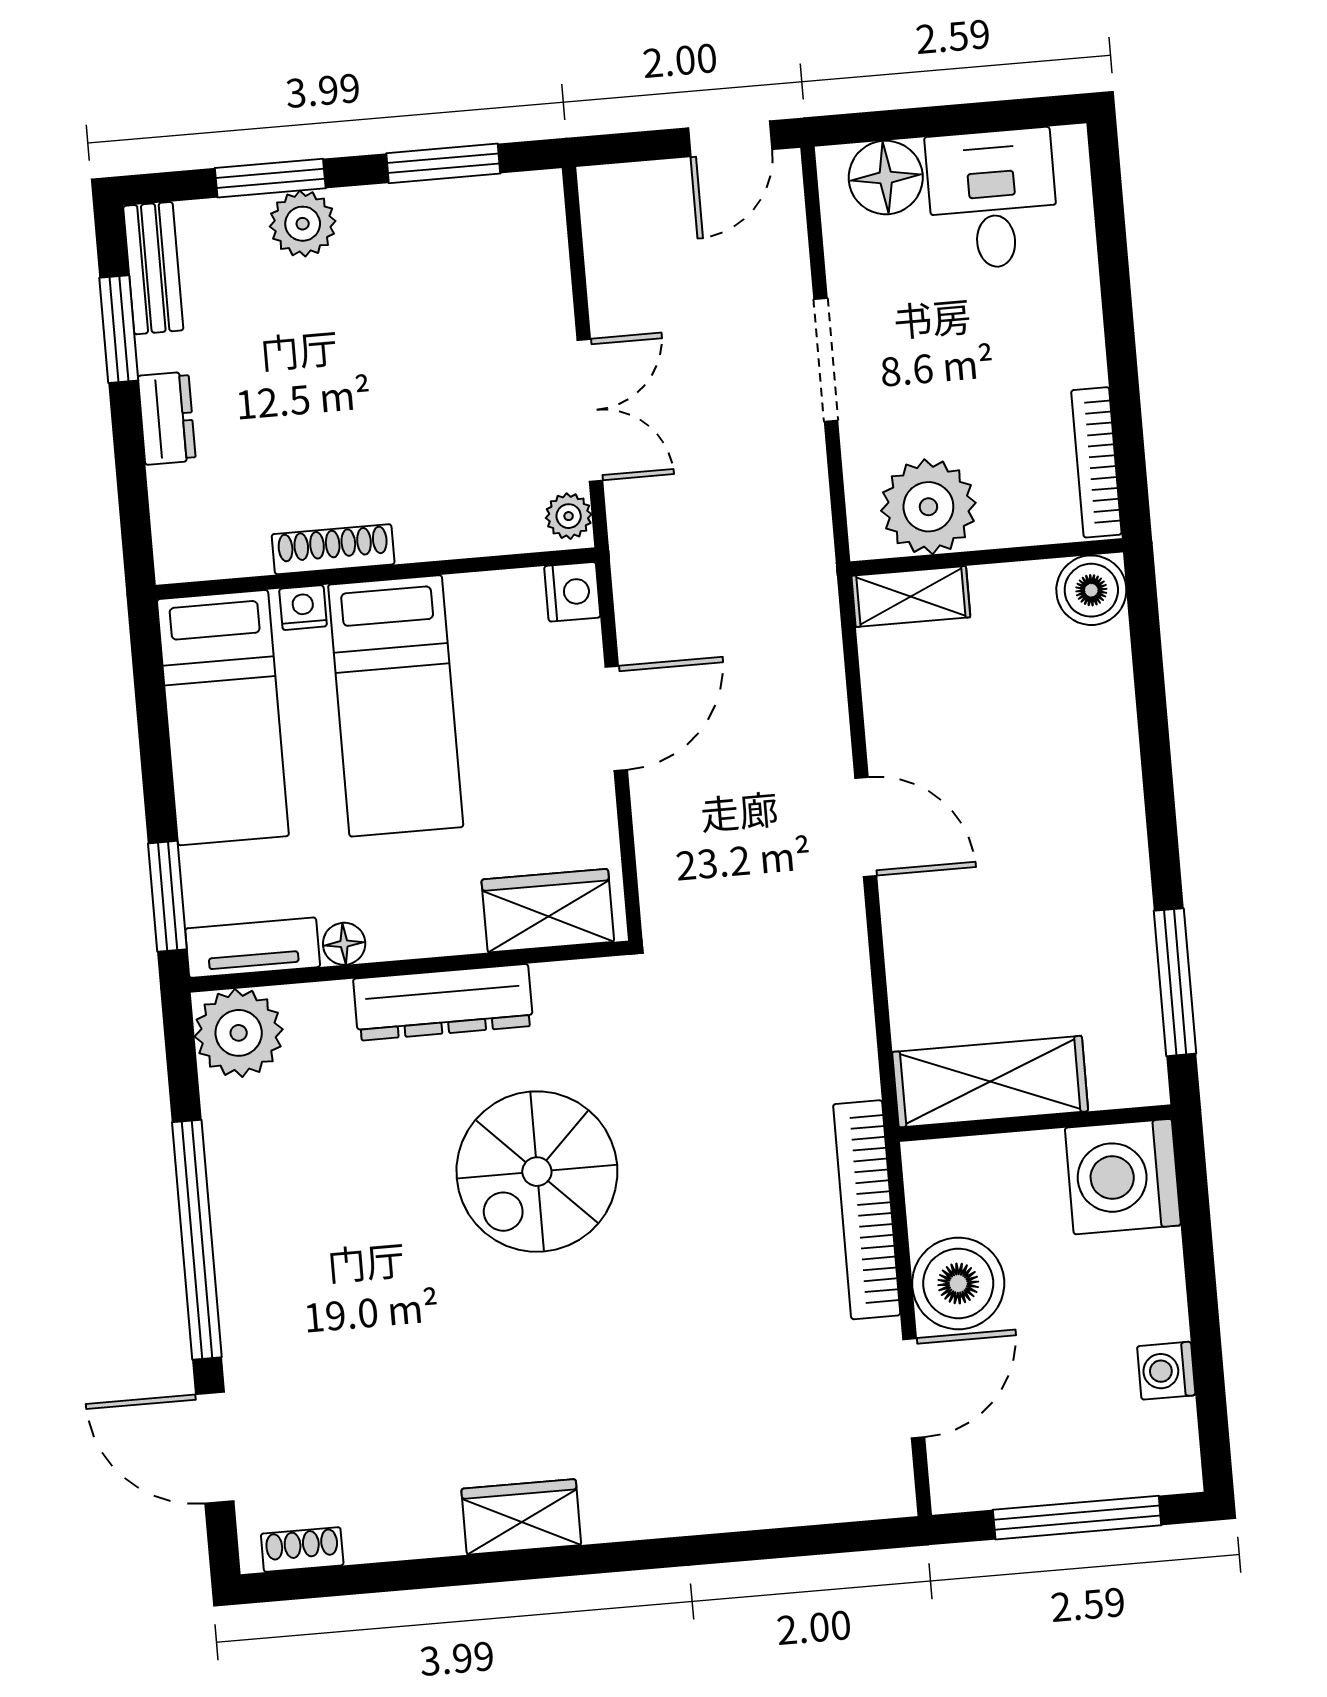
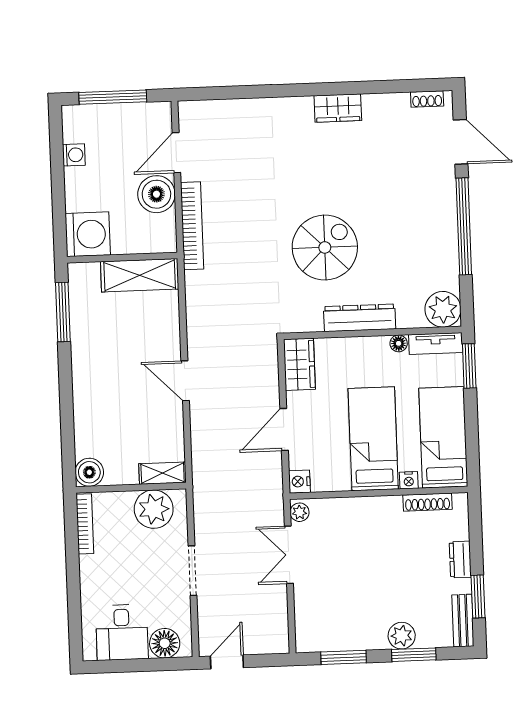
shoe rack: (333, 549) -> (427, 502), moved
wardrobe: (548, 911) -> (299, 364), moved, turned -90

